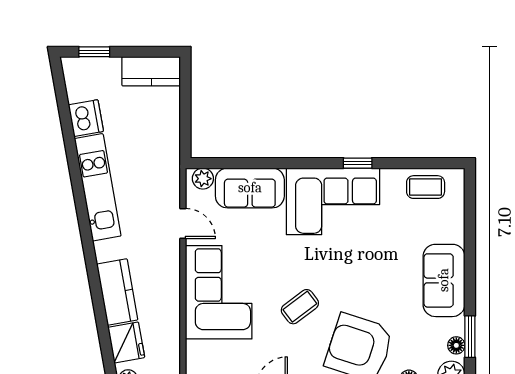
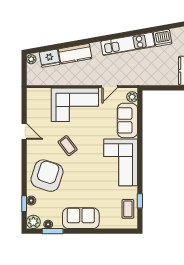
window: (358, 163) -> (140, 201), moved

